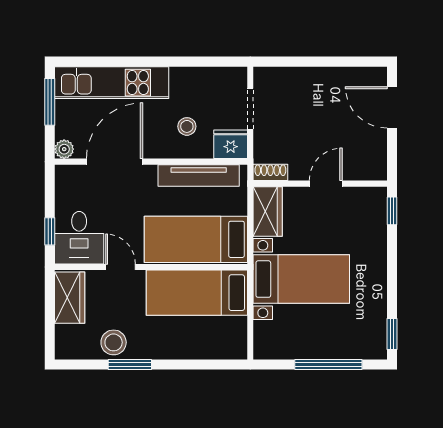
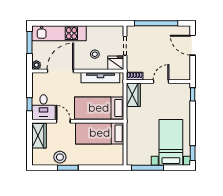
window: (315, 62) -> (156, 23), added
bed with nightstands: (301, 279) -> (171, 142), moved, turned -90
window: (328, 365) -> (147, 168), moved

